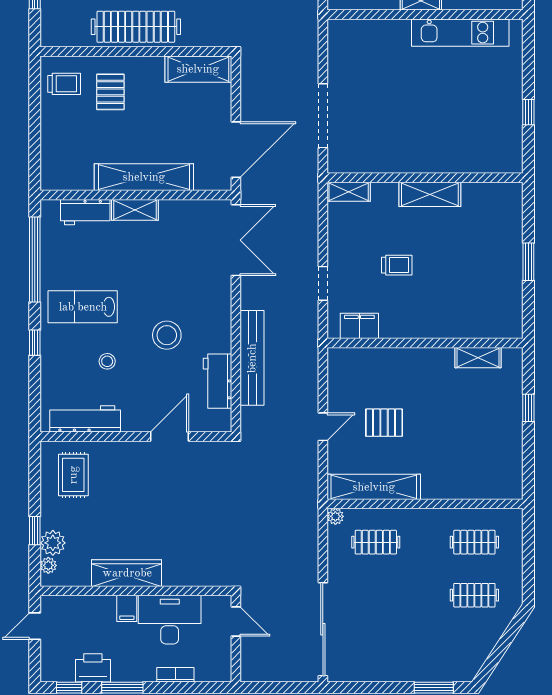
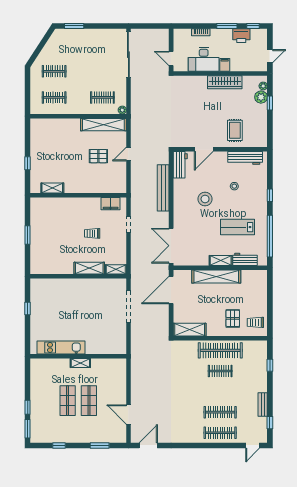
shelving: (430, 194) -> (89, 268), moved
lab bench: (83, 307) -> (237, 227), moved, turned 180
workbench: (217, 381) -> (180, 165), moved
rug: (73, 475) -> (235, 130), moved

